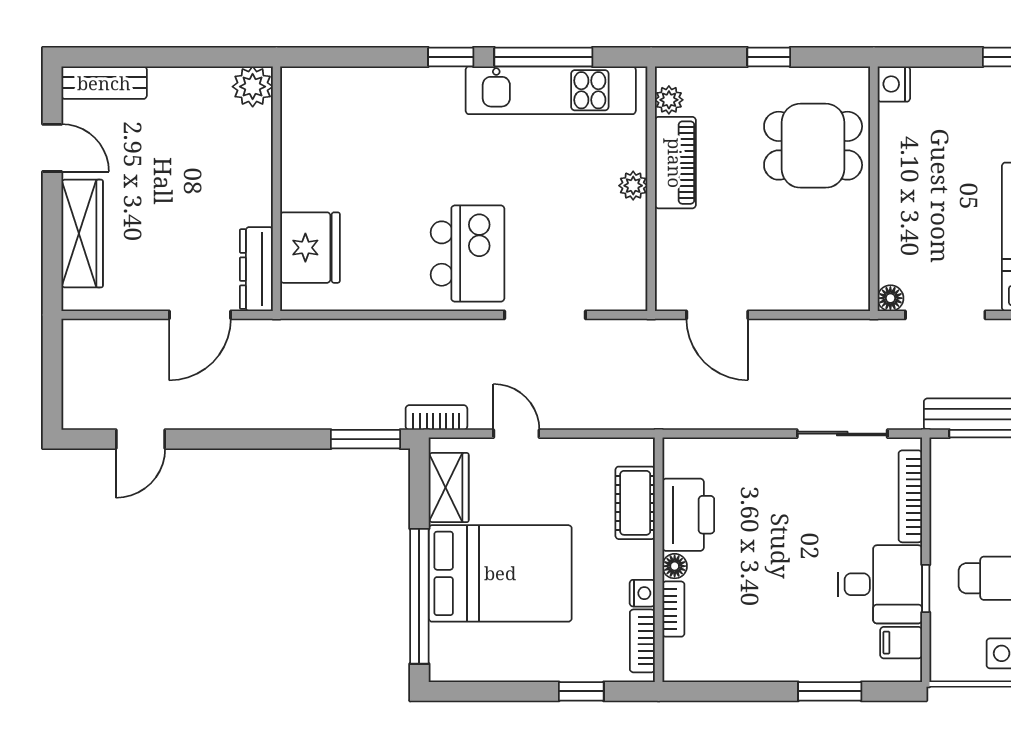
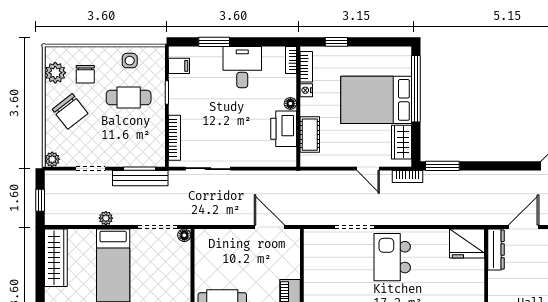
plant: (633, 186) -> (311, 291), removed
fridge: (310, 248) -> (467, 244), moved, turned -90
desk: (880, 584) -> (242, 67), moved, turned 90
bookcase: (673, 609) -> (291, 60), moved

